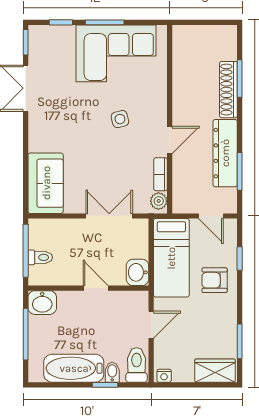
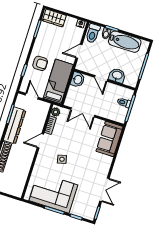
washbasin: (42, 303) -> (117, 75), moved

